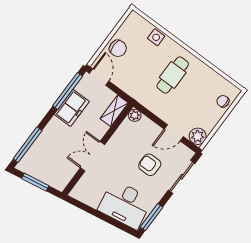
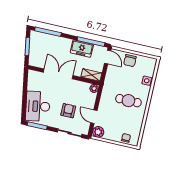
door: (99, 77) -> (108, 57), hinge flipped
double door: (92, 156) -> (58, 74), width x1.37

